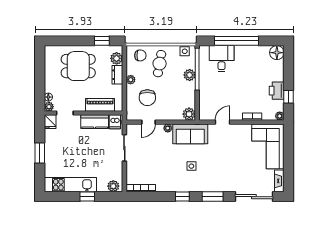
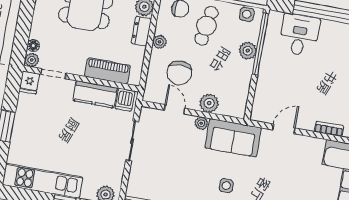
plant: (189, 114) -> (209, 103), moved
door: (148, 122) -> (174, 109), swing flipped

